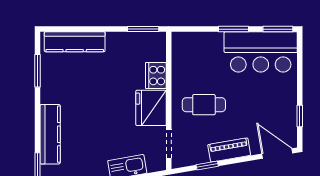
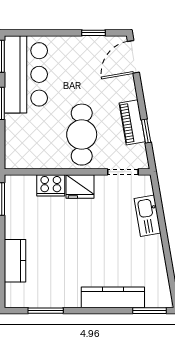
kitchen counter: (75, 42) -> (15, 261), width x0.67
cafe table: (204, 105) -> (82, 135), width x1.37, depth x1.35
fridge: (151, 108) -> (80, 187), width x0.73, depth x0.75
piano: (229, 150) -> (132, 122), moved

